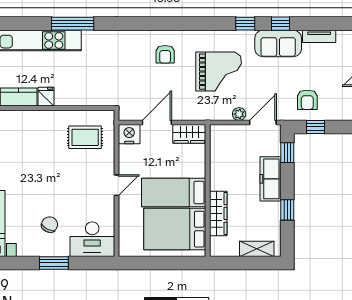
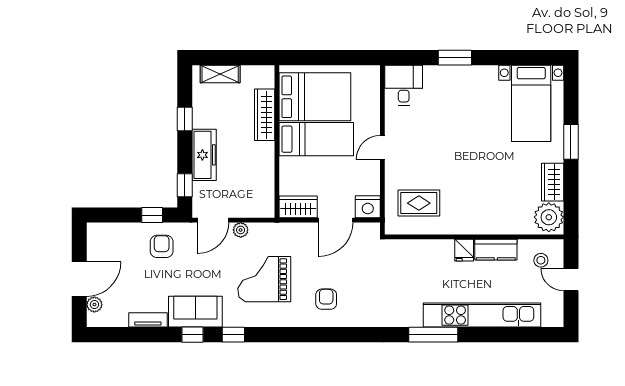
chair: (50, 225) -> (460, 102), removed
desk: (92, 239) -> (404, 85), width x0.73

